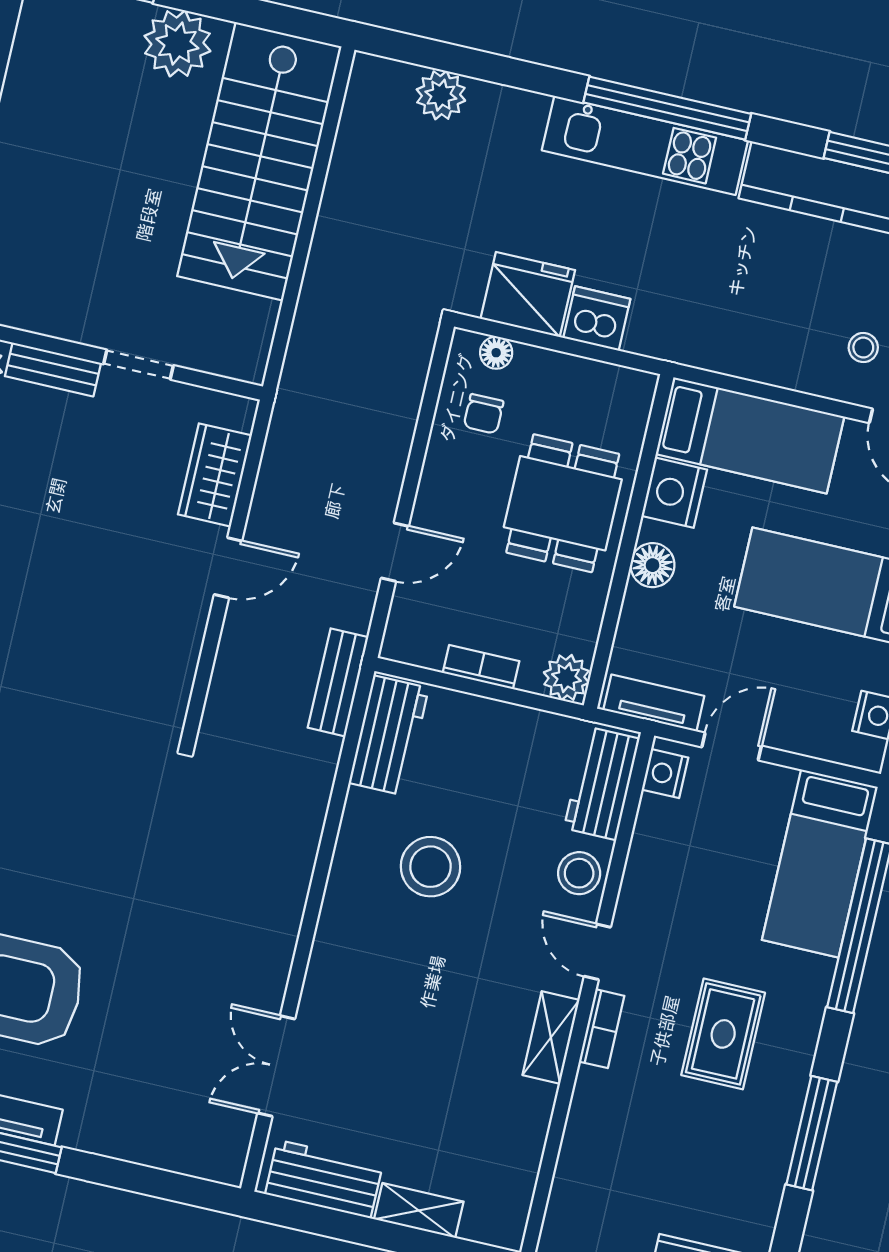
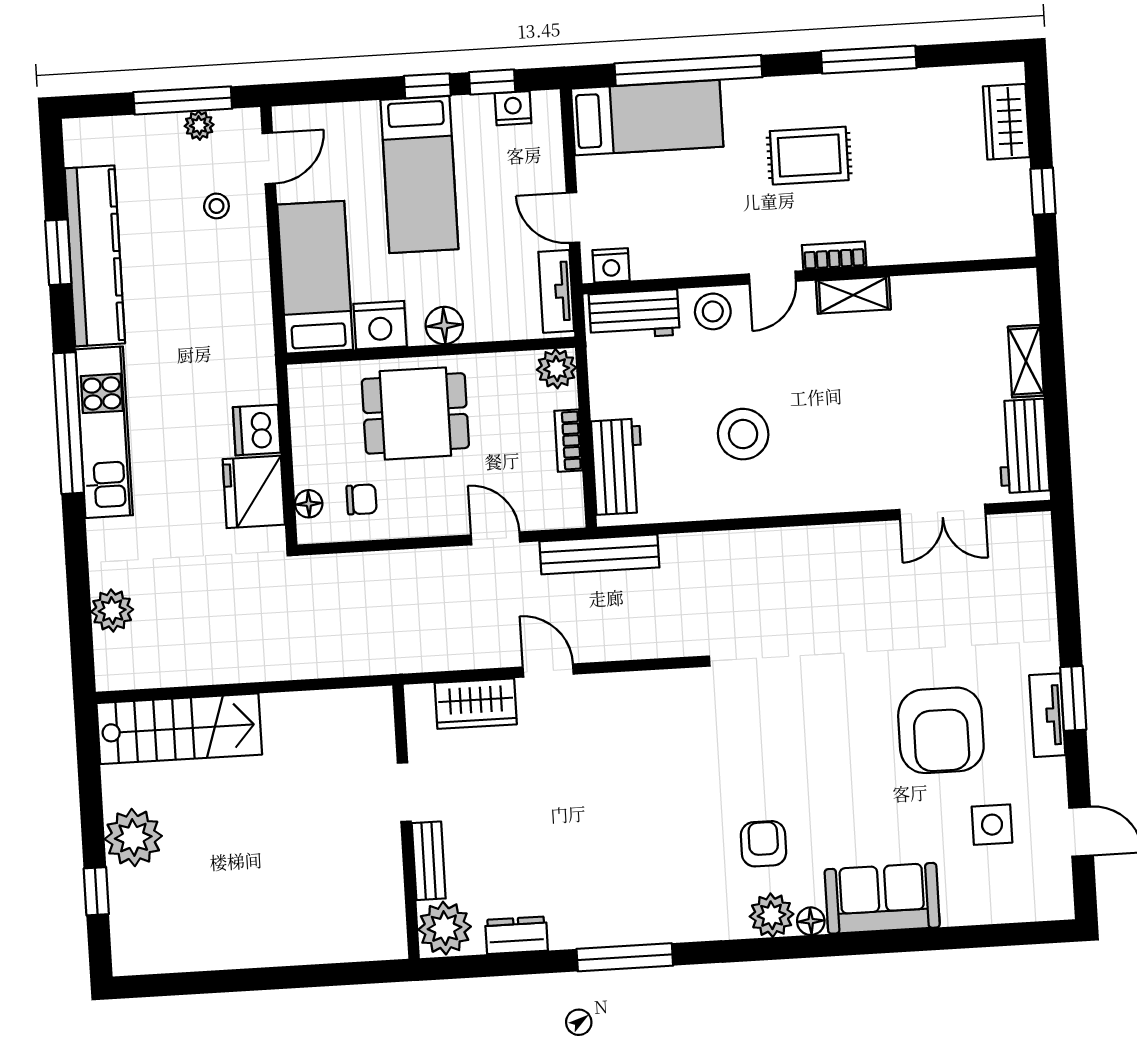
stairs: (259, 161) -> (179, 729), width x0.73, depth x0.66
bench: (338, 682) -> (599, 554), width x1.36
workbench: (389, 735) -> (618, 467), moved, turned 90

